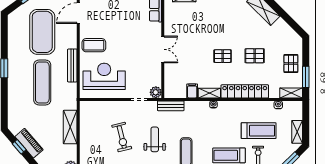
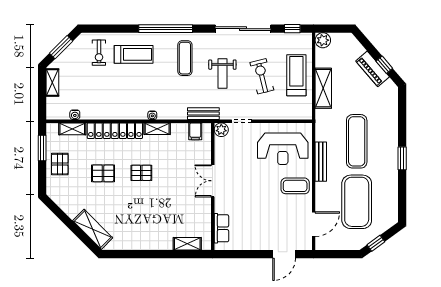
filing cabinet: (192, 91) -> (195, 131), moved
shelving: (291, 93) -> (72, 129), moved
treadmill: (259, 131) -> (296, 75), moved, turned 90

